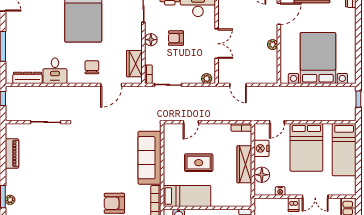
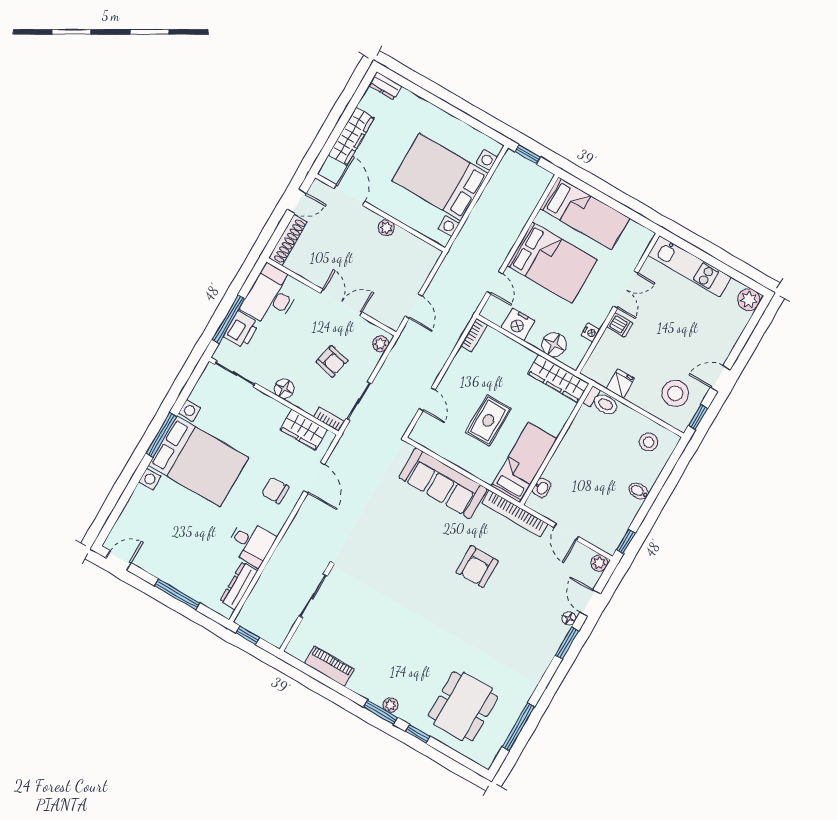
armchair: (176, 38) -> (332, 361), moved, turned -77
door: (238, 85) -> (414, 306), hinge flipped
wardrobe: (244, 164) -> (558, 379), moved

